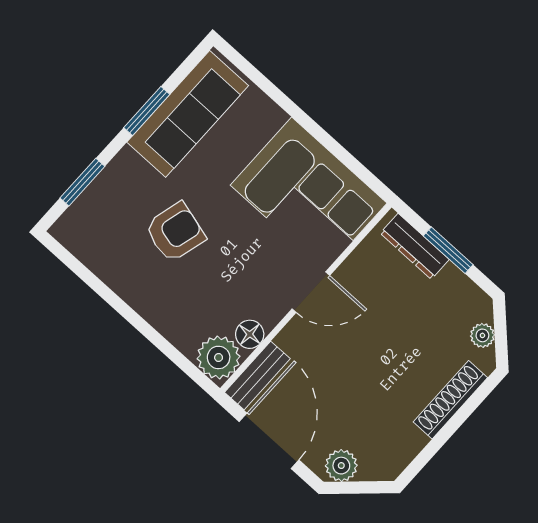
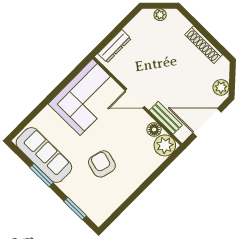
window: (448, 250) -> (117, 30), removed
door: (311, 292) -> (135, 98), swing flipped
bench: (257, 376) -> (166, 118), moved
shoe rack: (450, 400) -> (204, 45), moved

